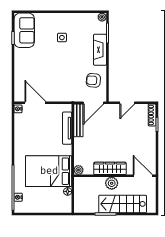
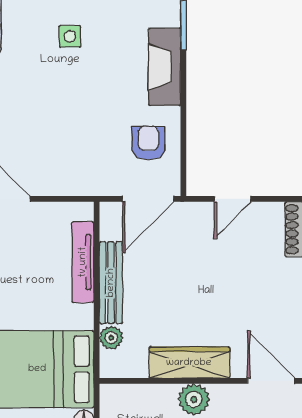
armchair: (93, 80) -> (148, 143), turned 85
bench: (78, 120) -> (111, 283), moved
plant: (78, 170) -> (111, 338), moved

